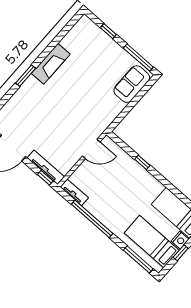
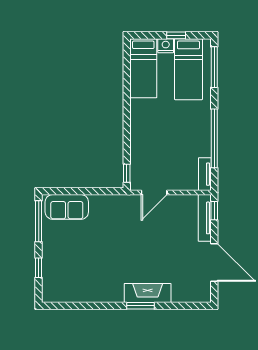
fireplace: (51, 64) -> (148, 293), moved
door: (91, 149) -> (154, 193), swing flipped
window: (142, 162) -> (127, 173), moved

